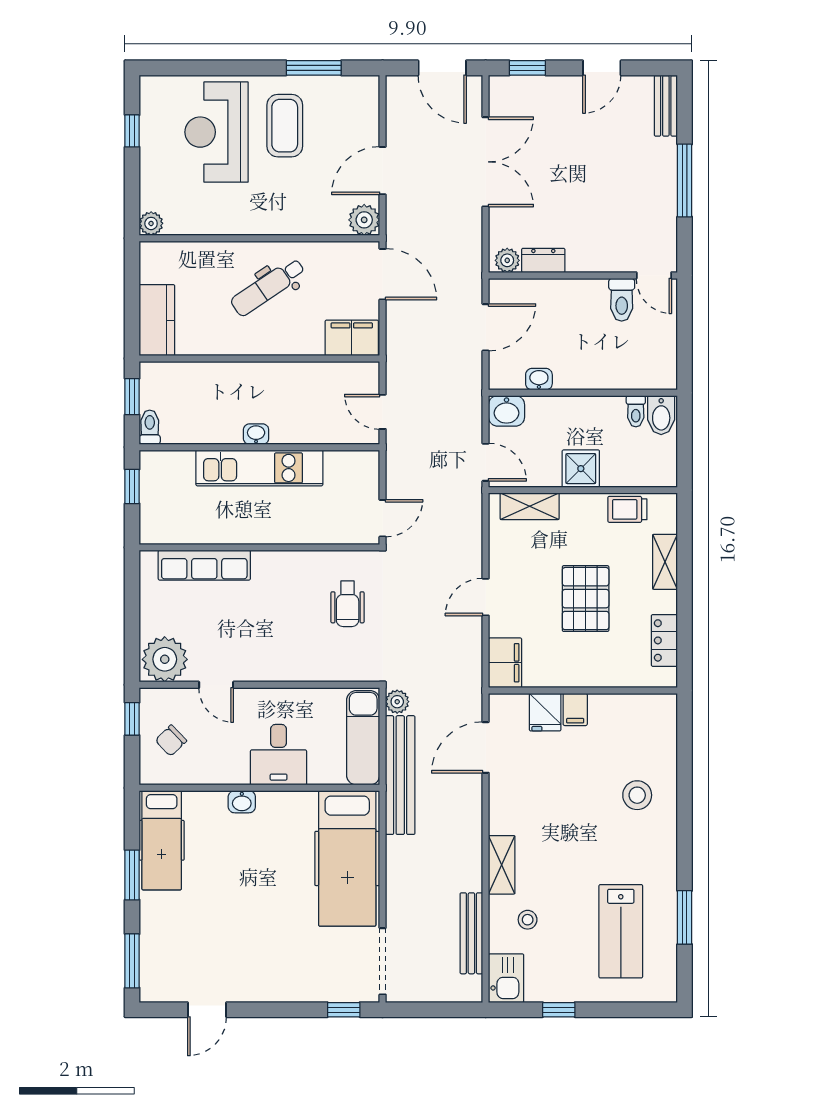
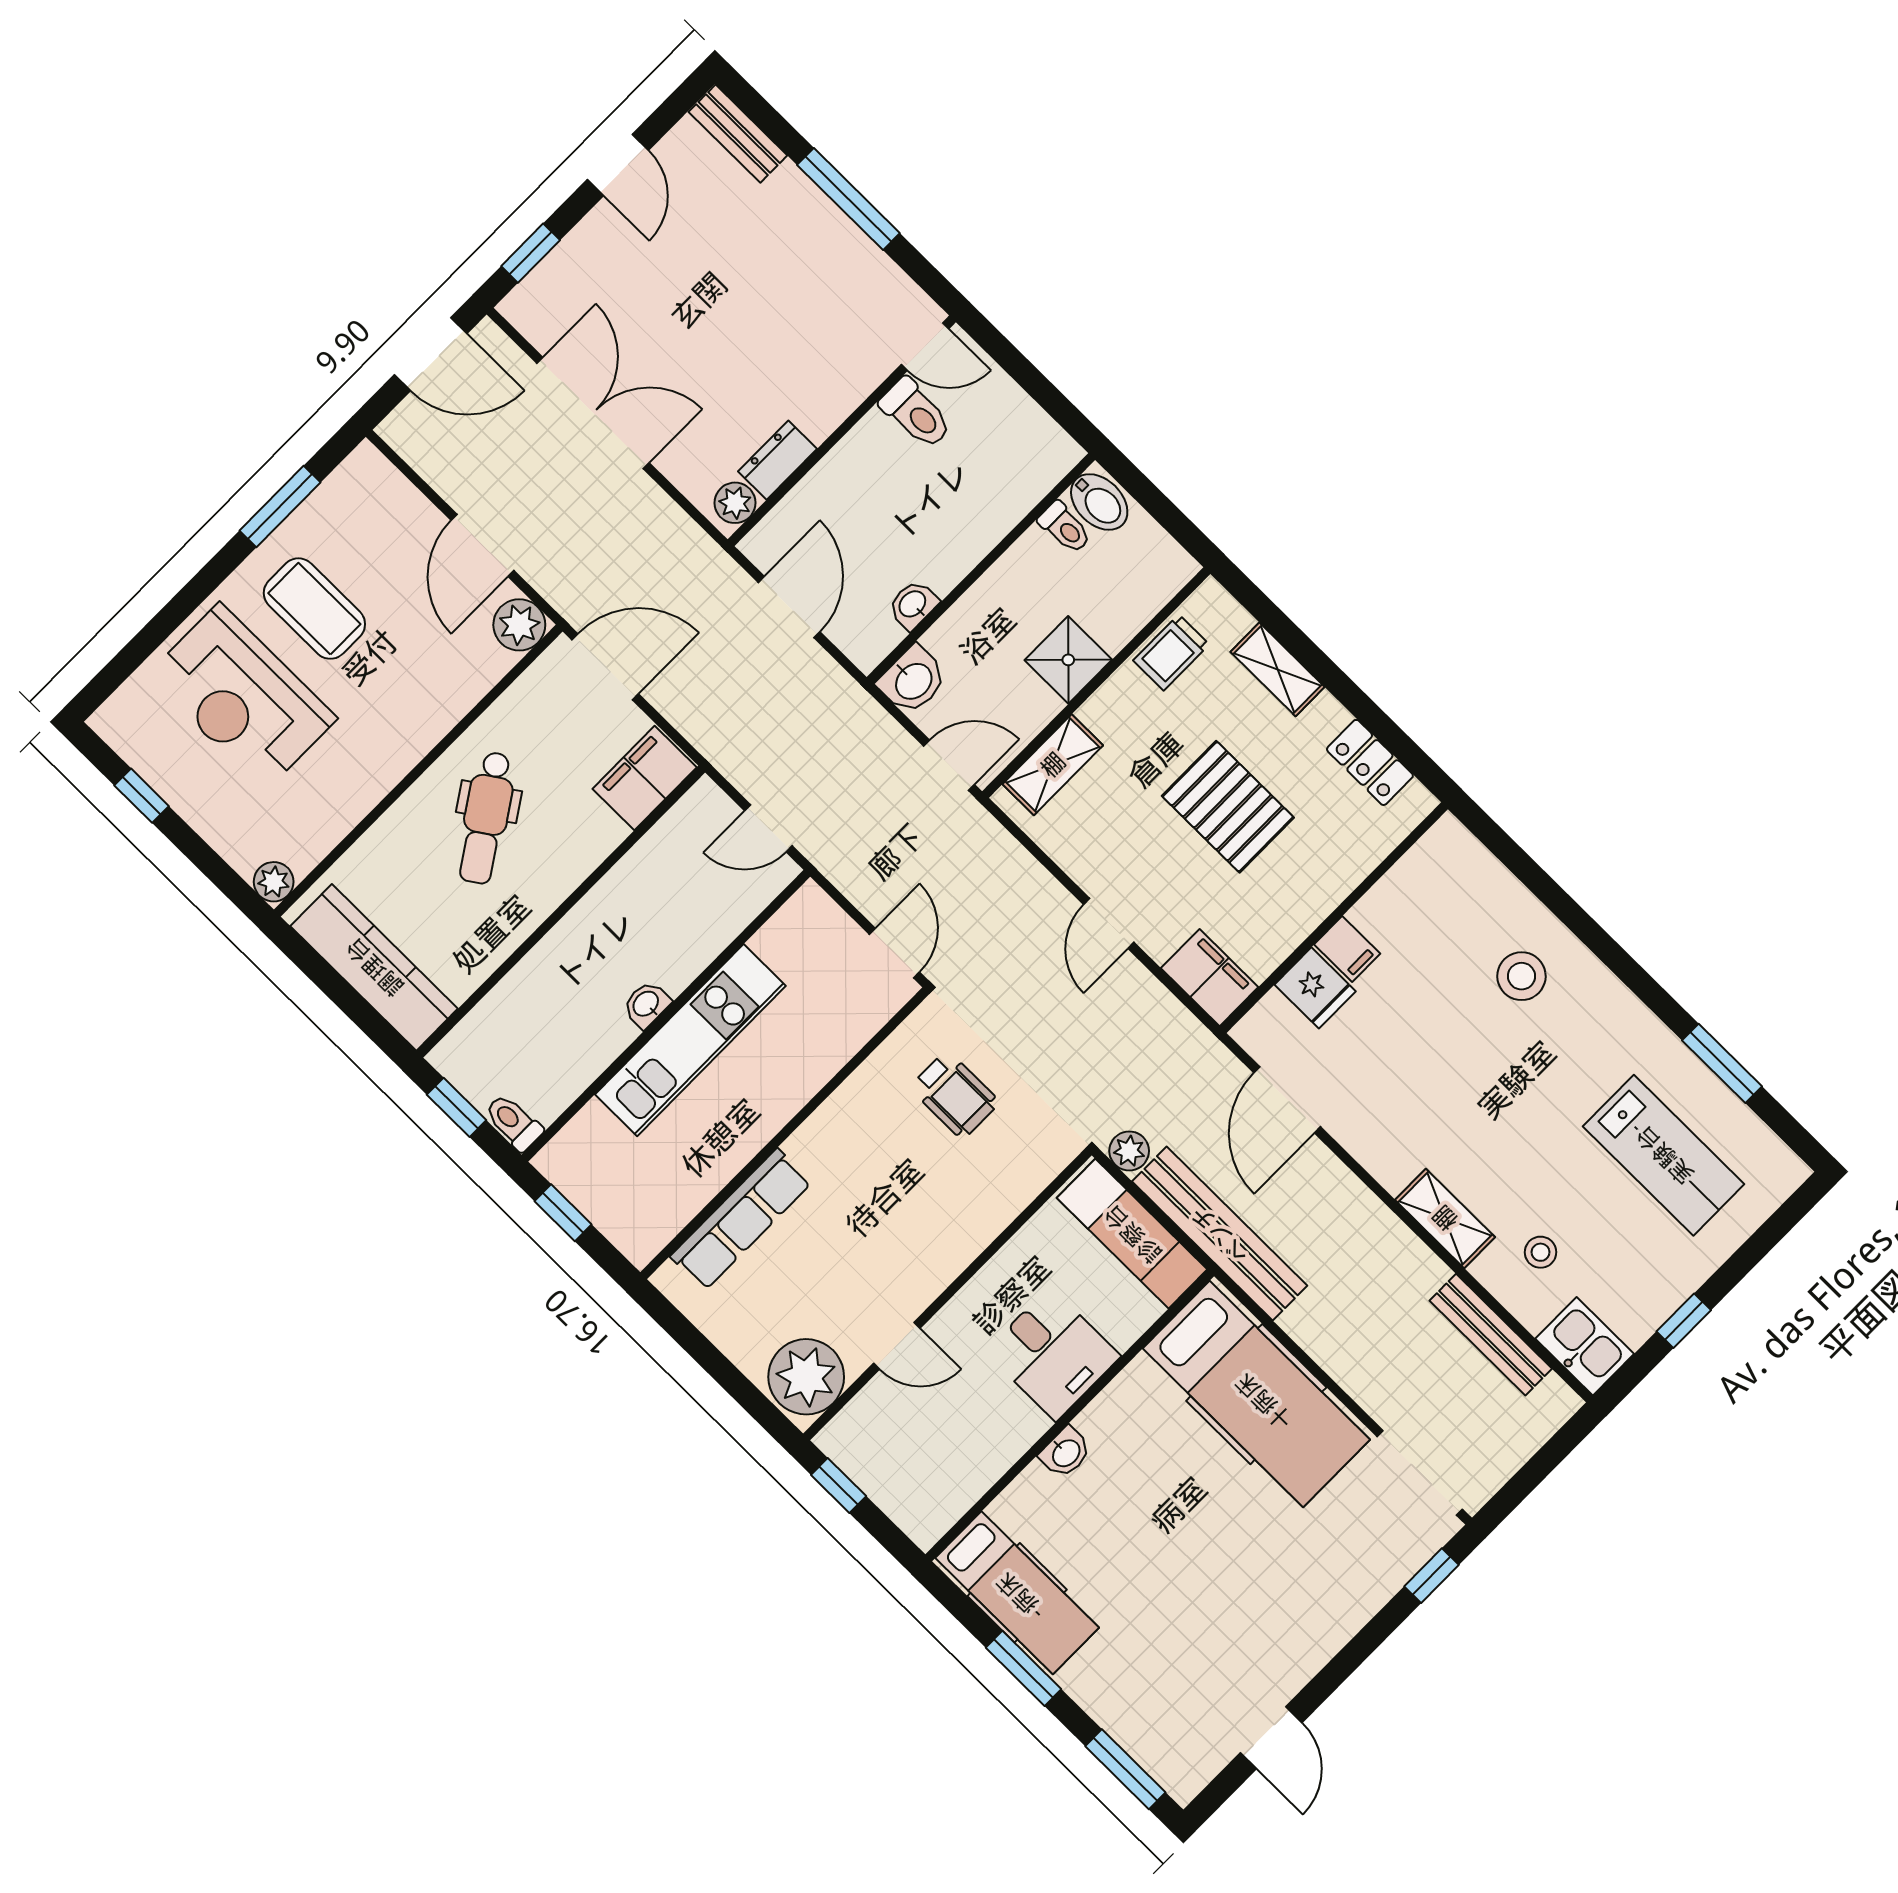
kitchen counter: (157, 320) -> (374, 967), width x1.50
chair: (171, 741) -> (910, 1465), removed

